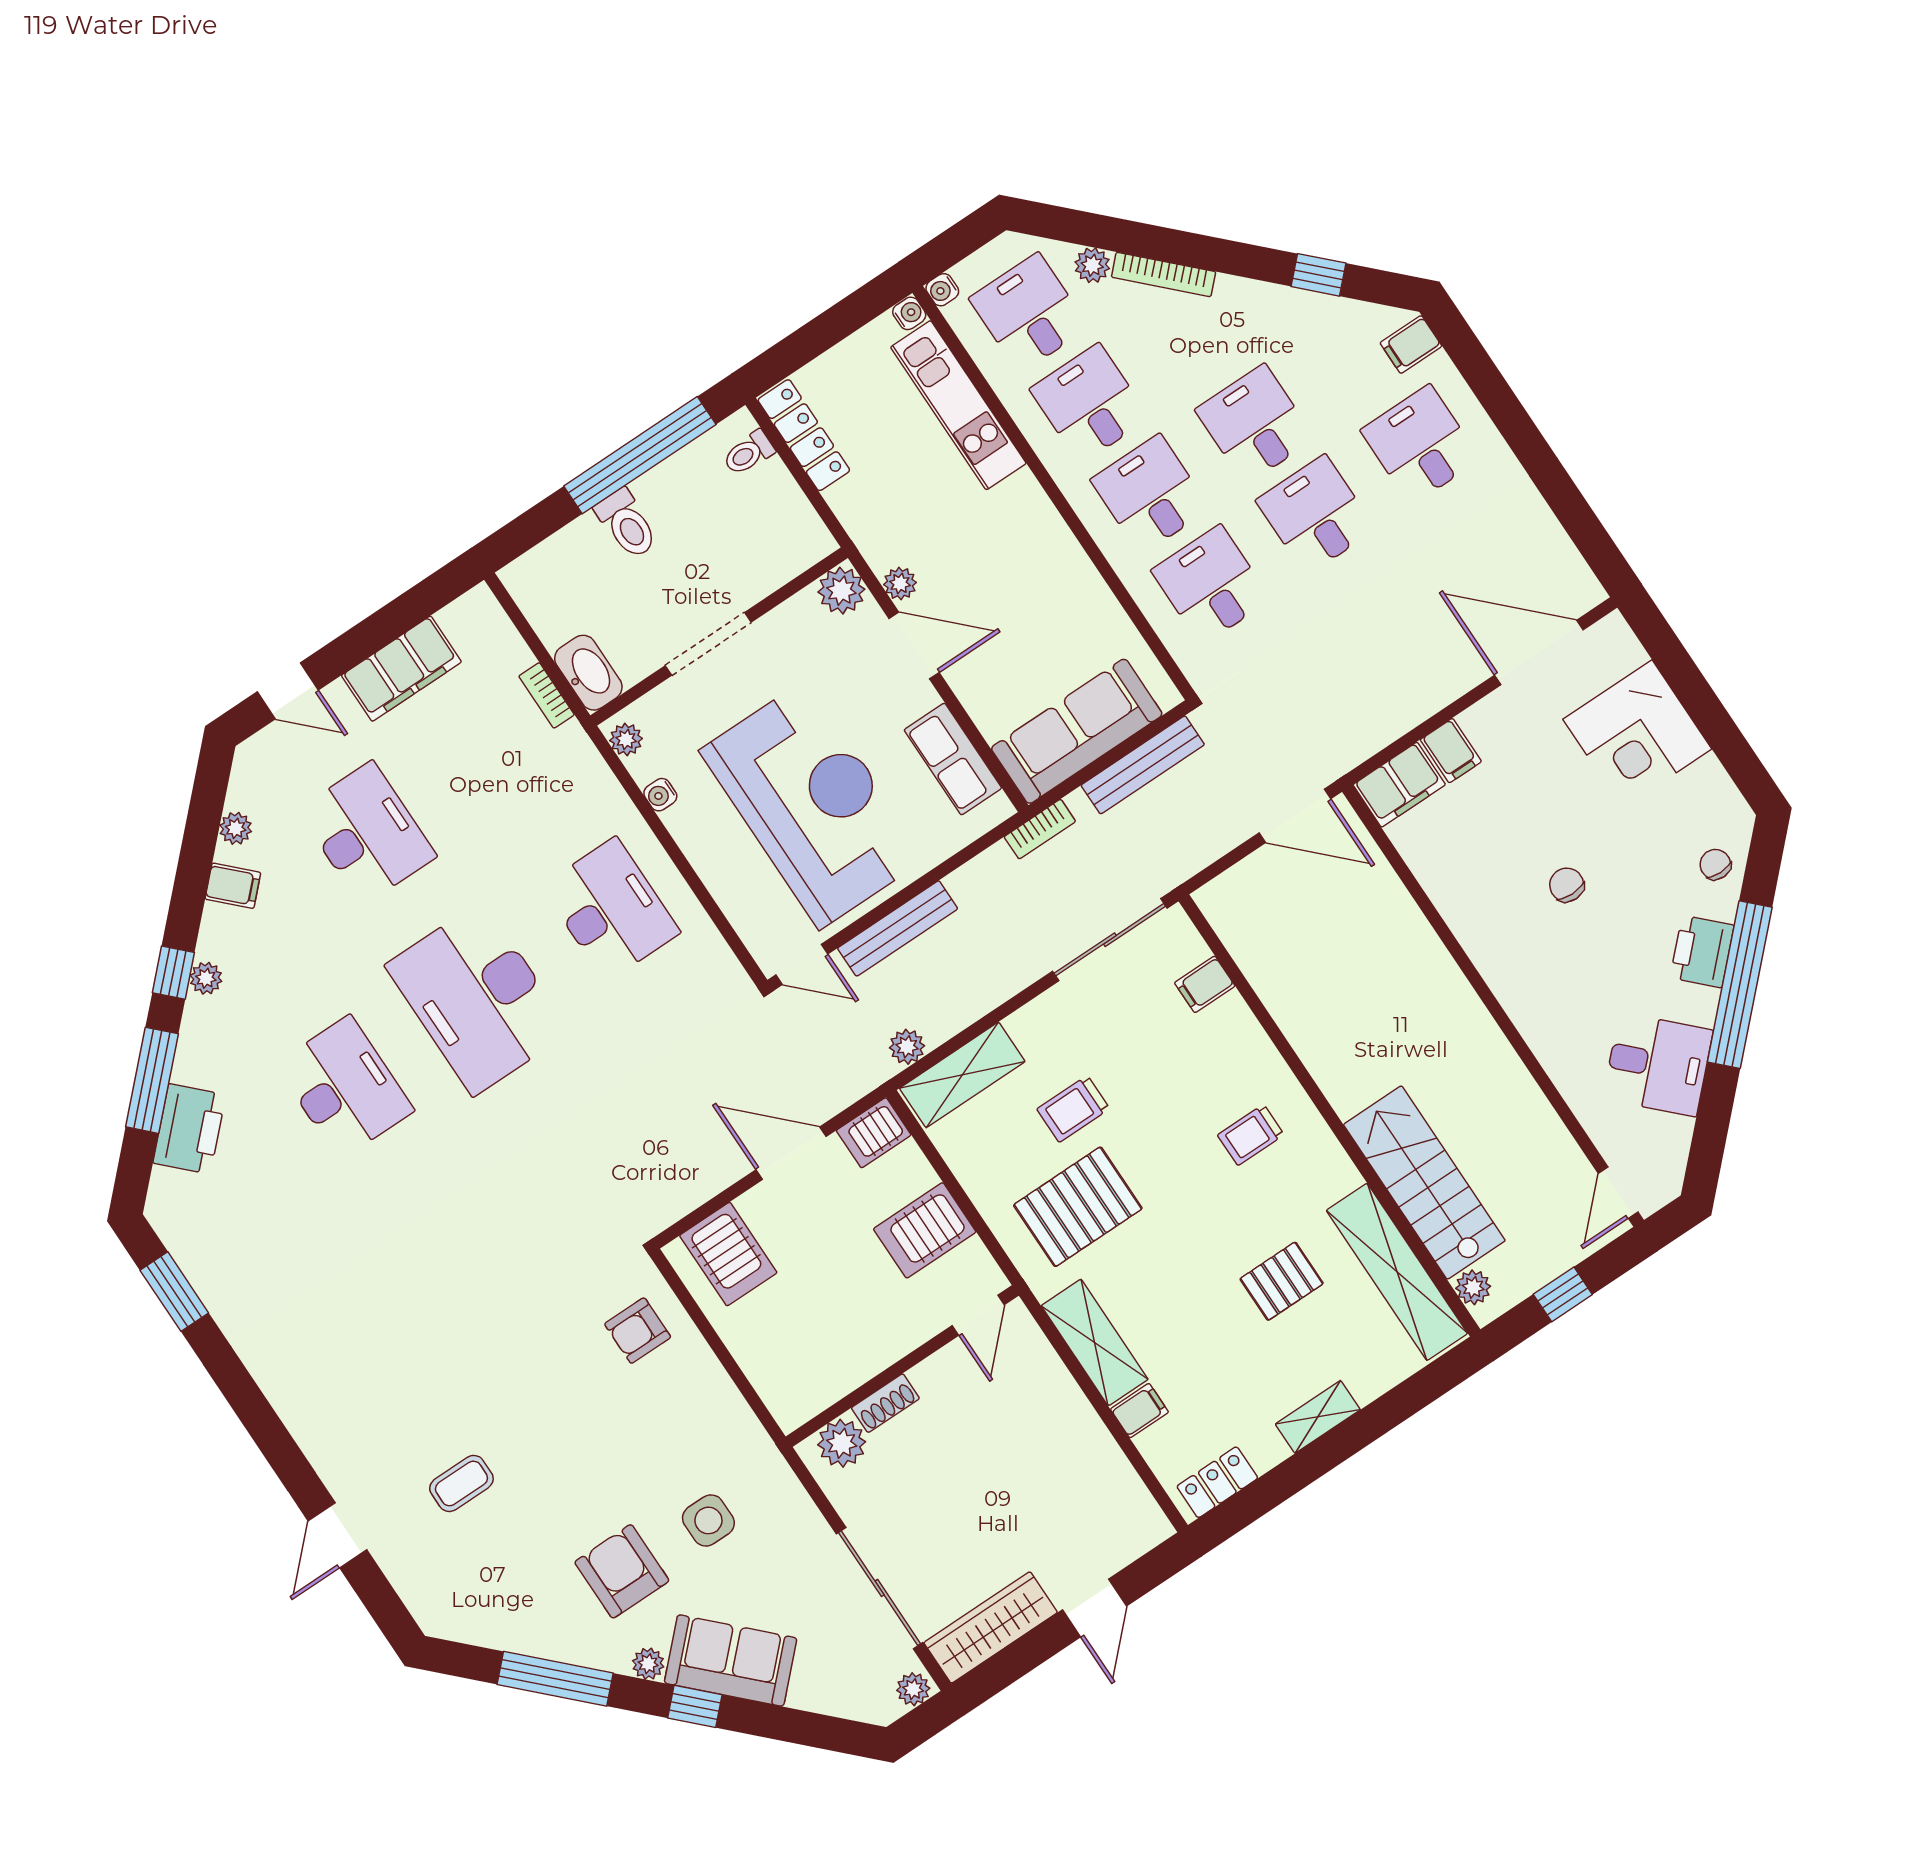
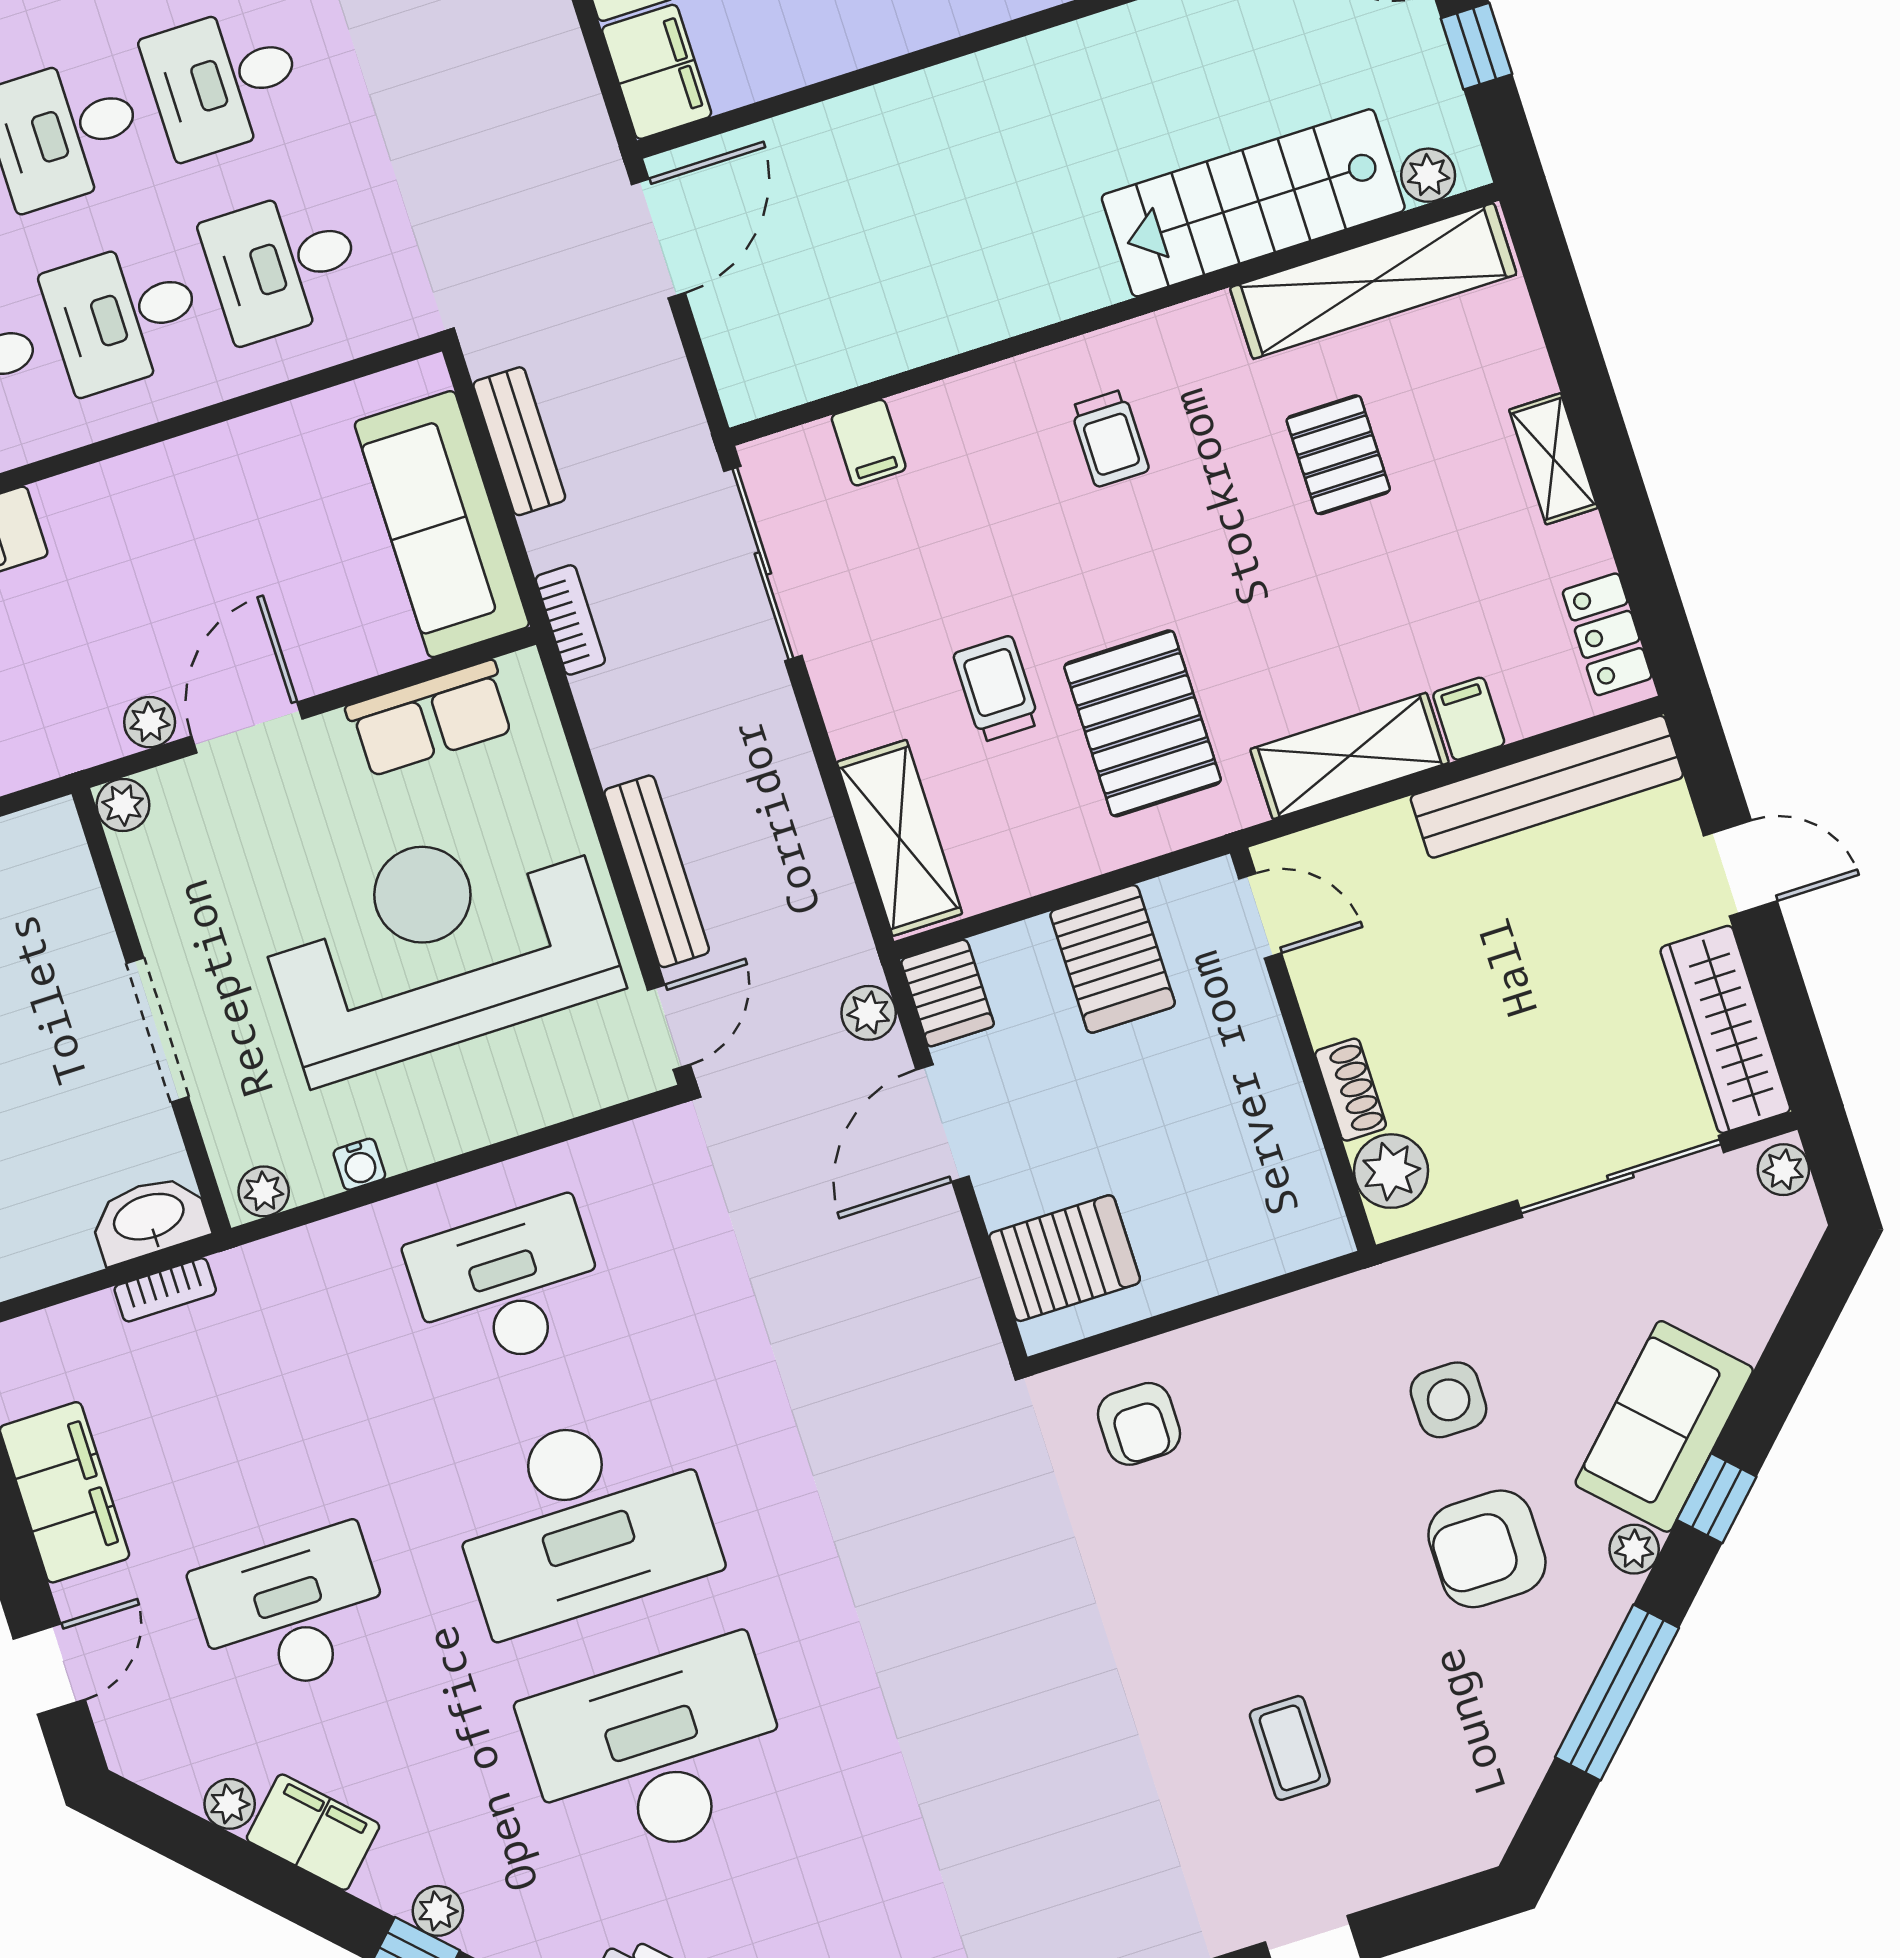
plant: (841, 591) -> (123, 805), width x0.73, depth x0.73
bench: (1143, 765) -> (519, 441), width x0.73
filing cabinet: (233, 886) -> (313, 1832), width x2.00
plant: (907, 1047) -> (869, 1013), moved
desk: (345, 1087) -> (657, 1753), width x1.36, depth x1.30
trolley: (1073, 1109) -> (996, 689), turned 180
bench: (1111, 1472) -> (1547, 787), added

